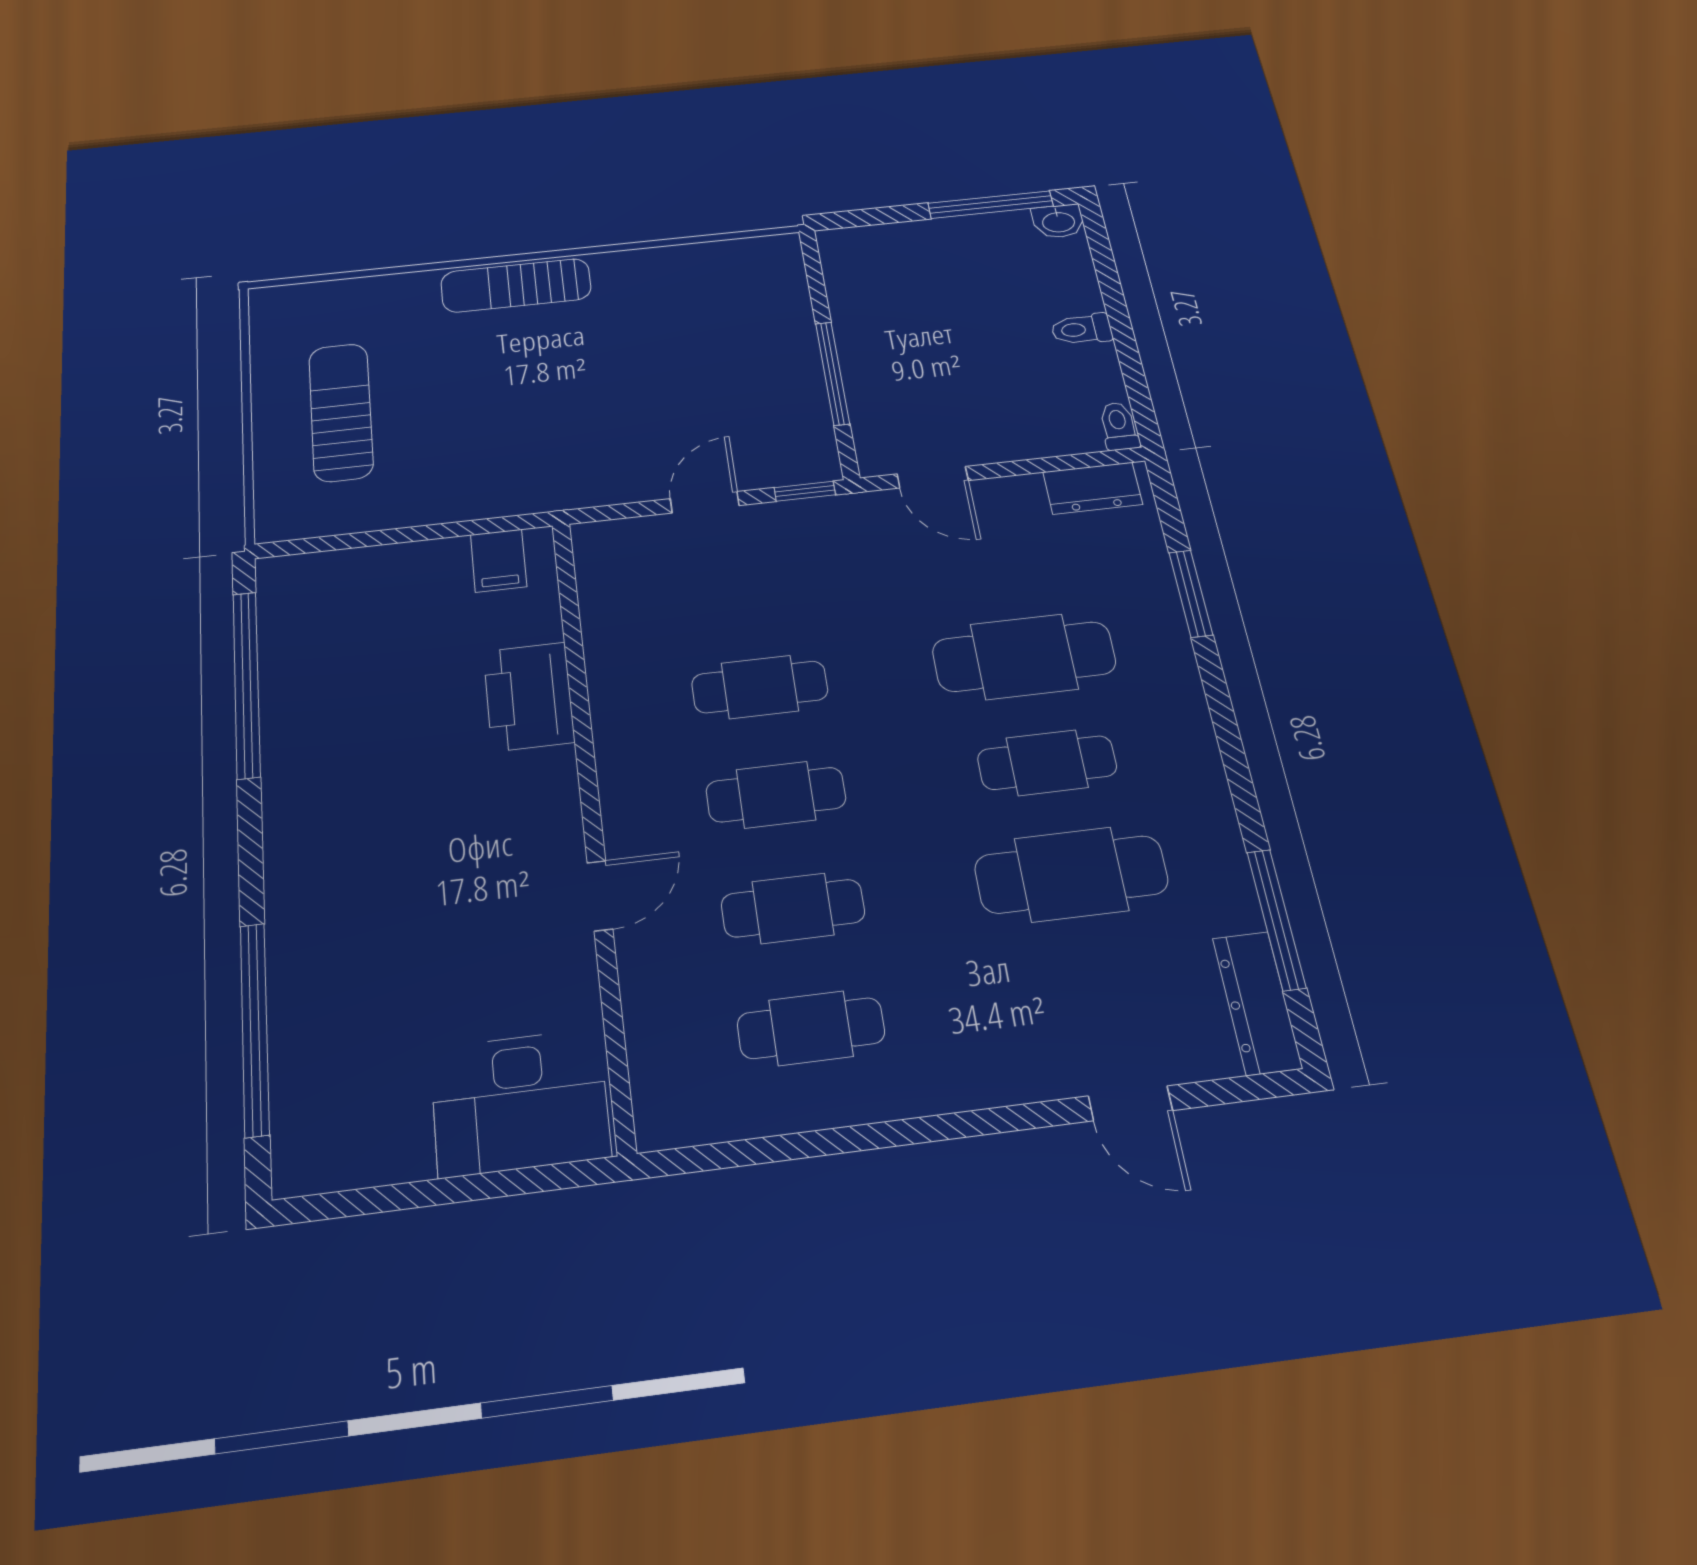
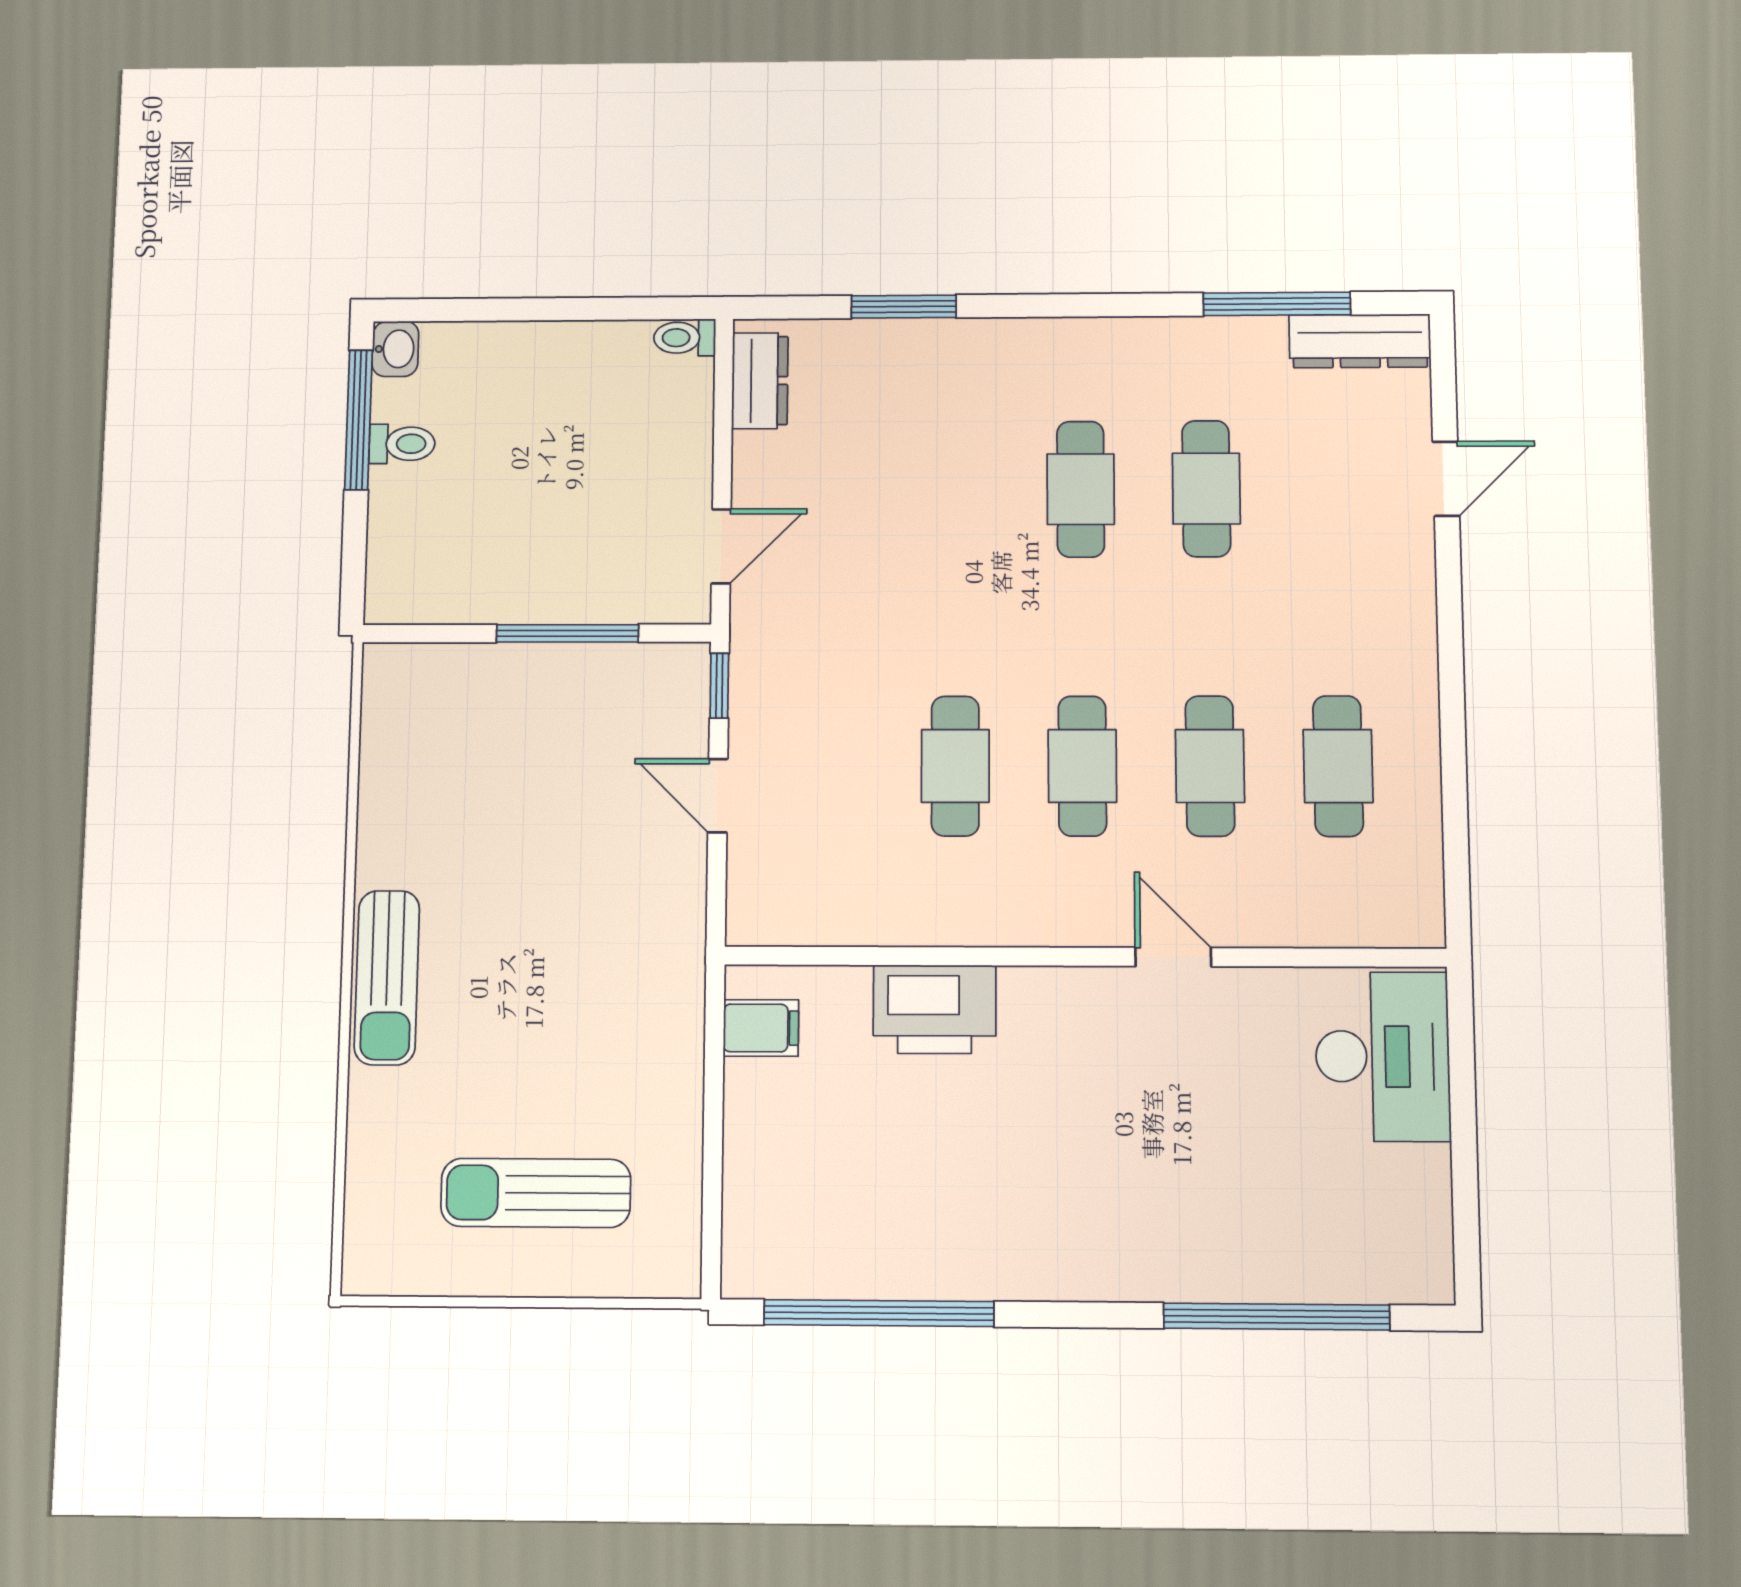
toilet: (1082, 329) -> (402, 444), moved, turned -90
cafe table: (1024, 657) -> (955, 490), removed
cafe table: (1071, 874) -> (1206, 489), width x0.73, depth x0.74

